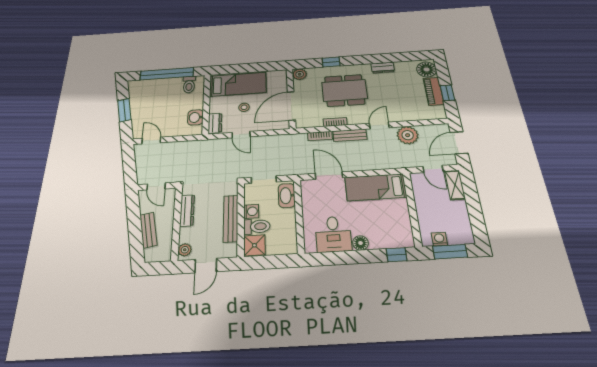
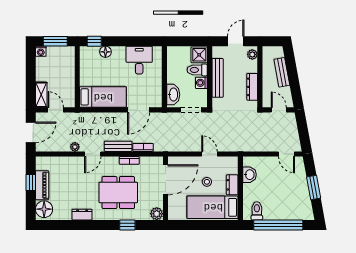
dresser: (215, 123) -> (232, 185), moved
plant: (408, 135) -> (75, 147), width x0.53, depth x0.53
door: (329, 176) -> (139, 110), hinge flipped
washing machine: (439, 239) -> (41, 51), moved
floor lamp: (361, 243) -> (105, 52), moved

